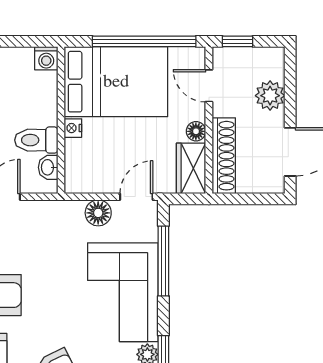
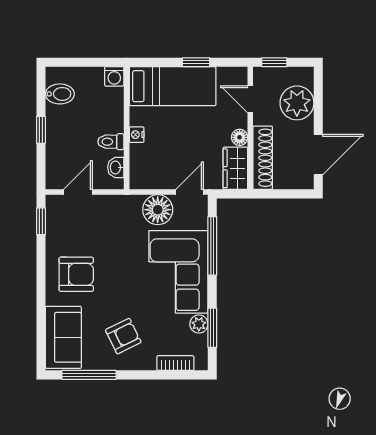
window: (144, 41) -> (196, 62), width x0.32
bed: (116, 82) -> (173, 86), width x0.67
plant: (270, 96) -> (297, 103), width x1.36, depth x1.36
toilet: (36, 140) -> (111, 142), width x0.73, depth x0.72
floor lamp: (98, 213) -> (158, 210), width x1.38, depth x1.38

